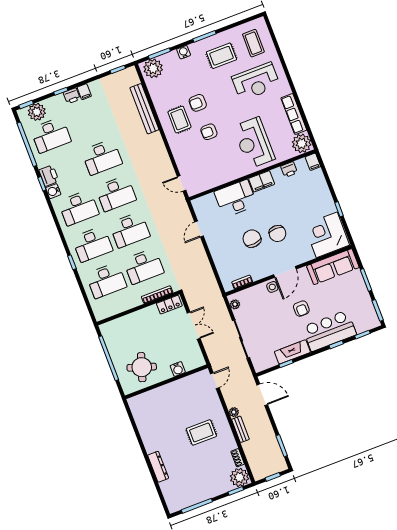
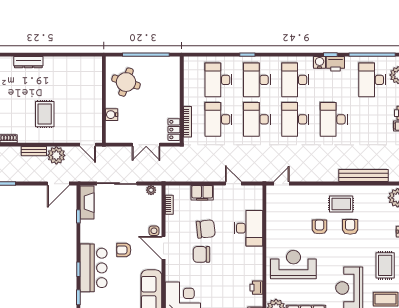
filing cabinet: (262, 181) -> (202, 193), moved, turned -90
fireplace: (292, 352) -> (87, 203), moved
plant: (234, 412) -> (56, 155), width x1.87, depth x1.87

